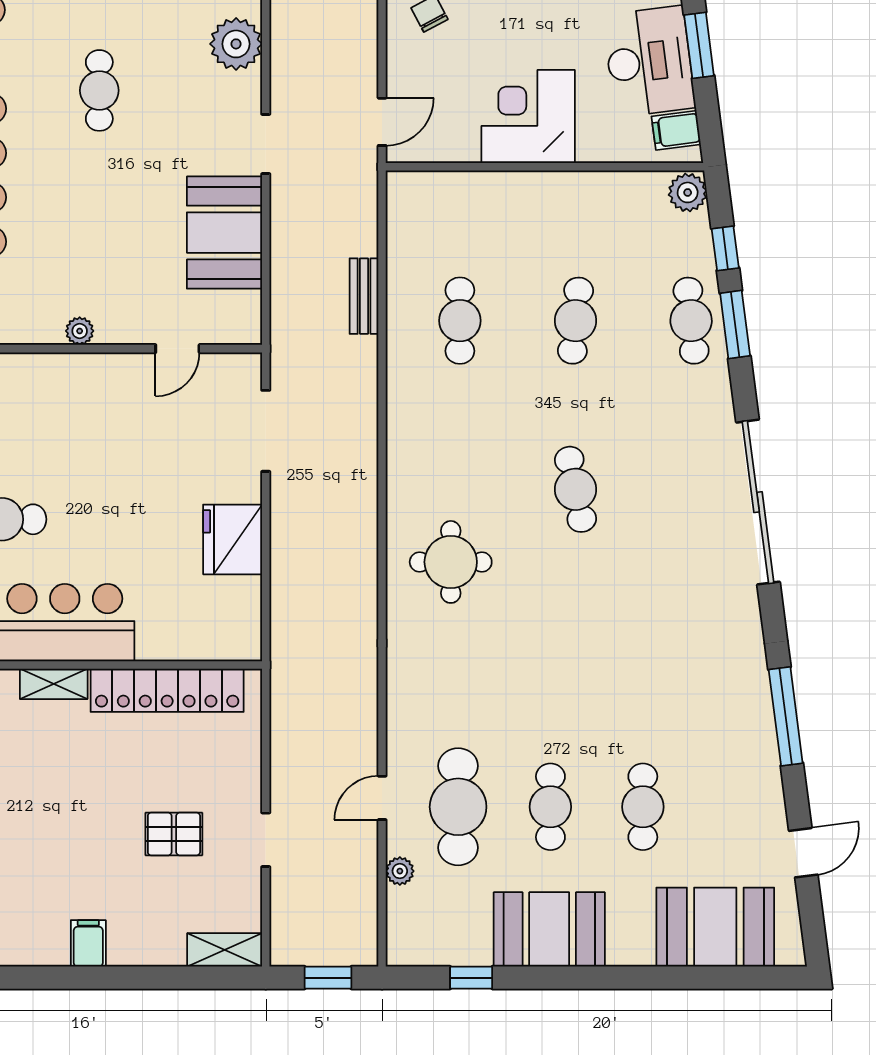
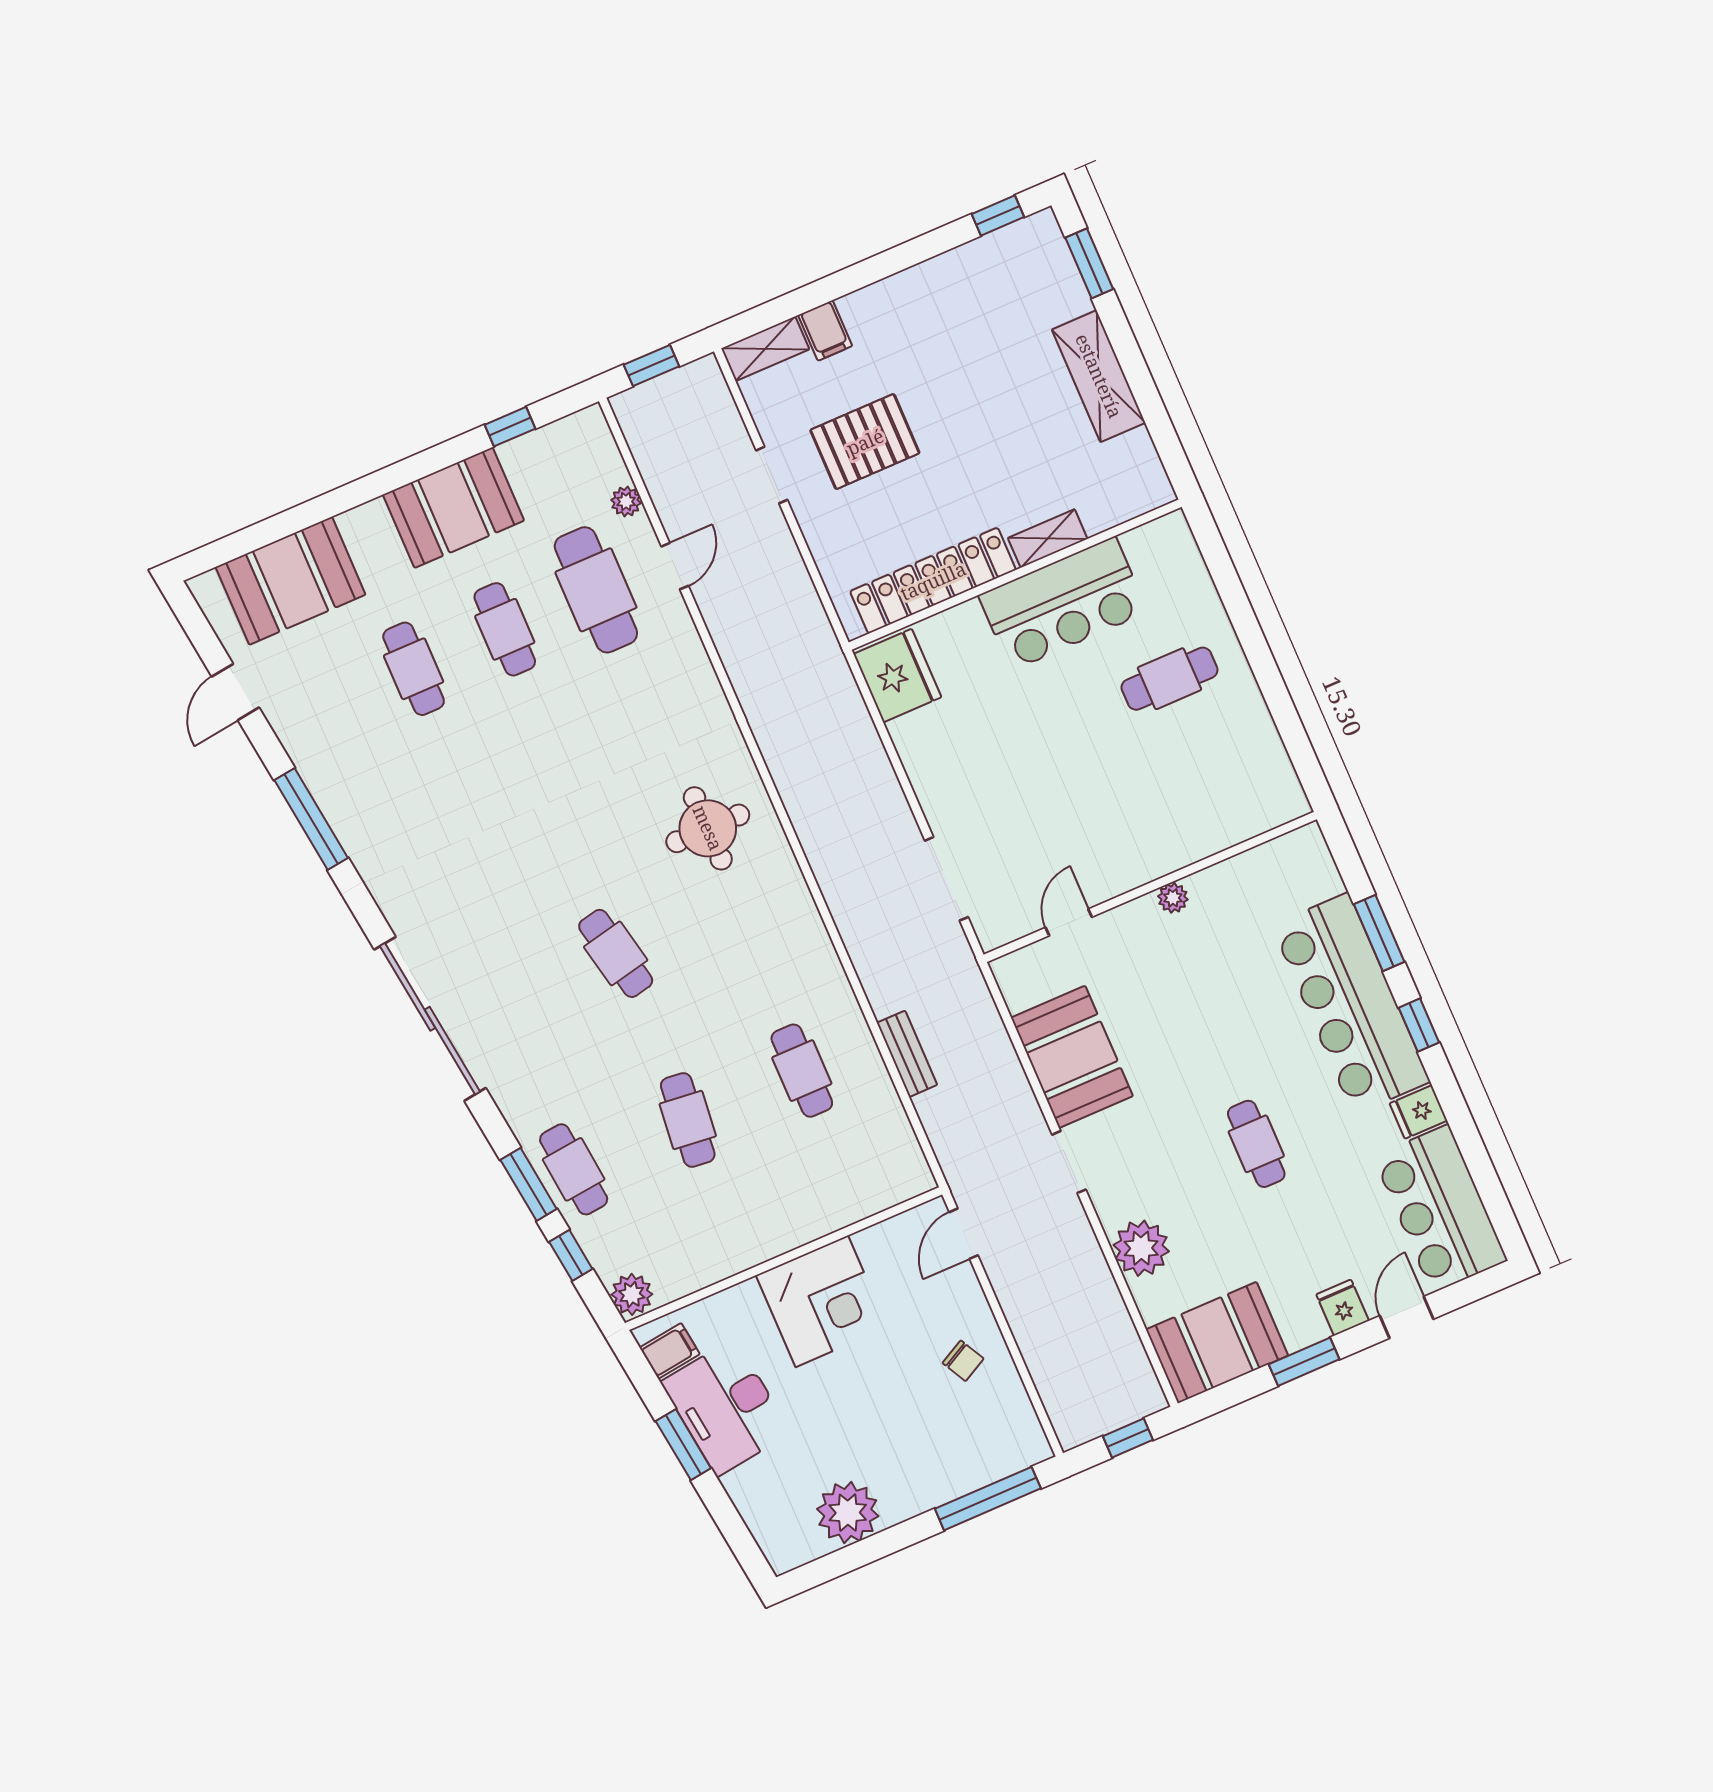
fridge: (233, 539) -> (897, 676), moved
pallet: (174, 834) -> (865, 442), width x1.50, depth x1.42
filing cabinet: (88, 943) -> (825, 330), moved

